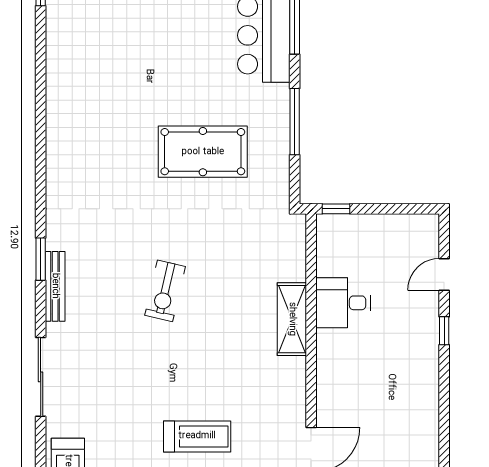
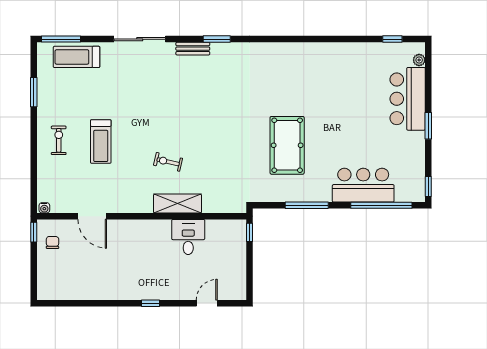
door: (444, 274) -> (207, 303), hinge flipped
bench: (55, 286) -> (193, 49), width x0.73
exercise bike: (165, 291) -> (168, 162), moved, width x0.73, depth x0.72
window: (444, 331) -> (151, 303), moved

